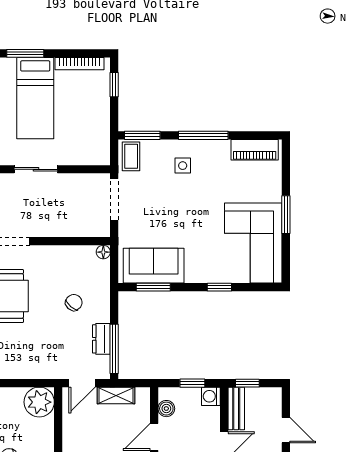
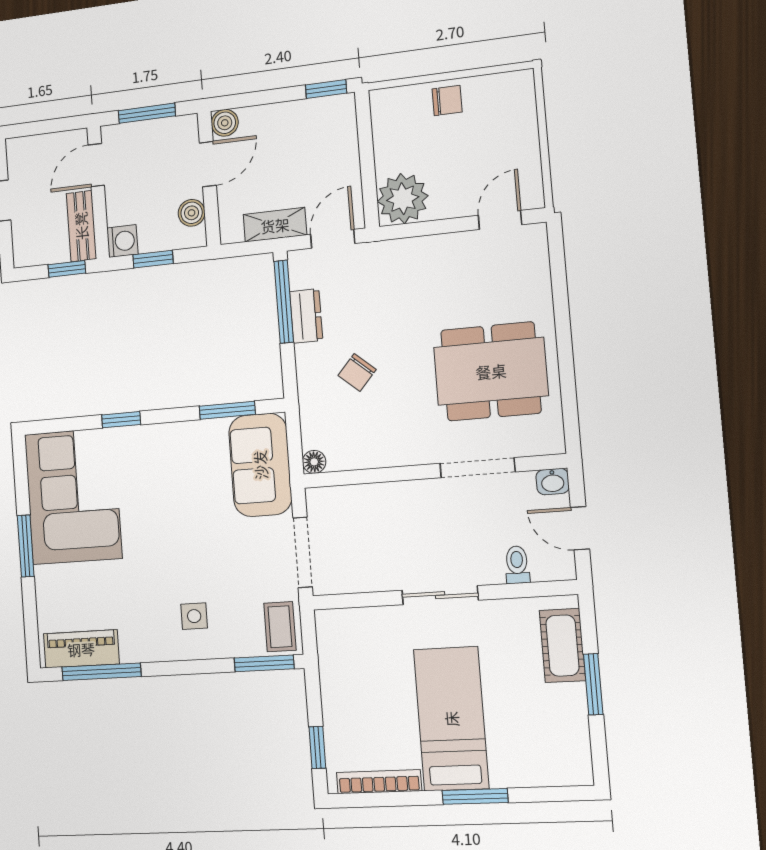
window: (203, 135) -> (101, 672), moved
sofa: (154, 266) -> (260, 465), moved, turned 90

